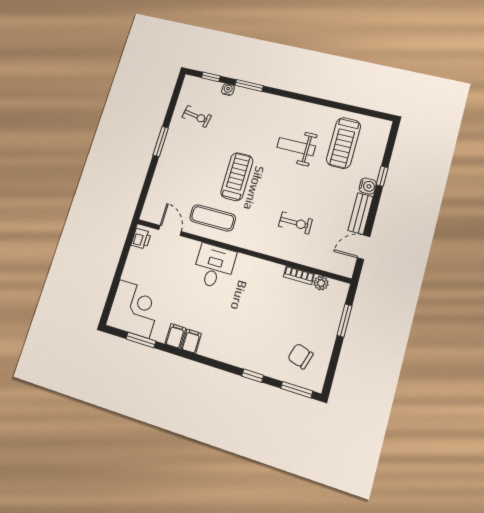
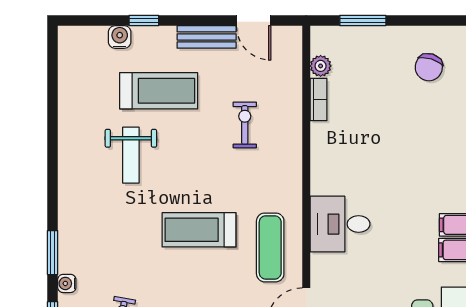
treadmill: (344, 143) -> (159, 91), moved
water cooler: (368, 186) -> (120, 37), moved

